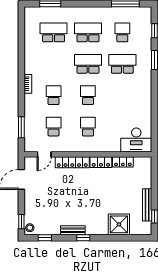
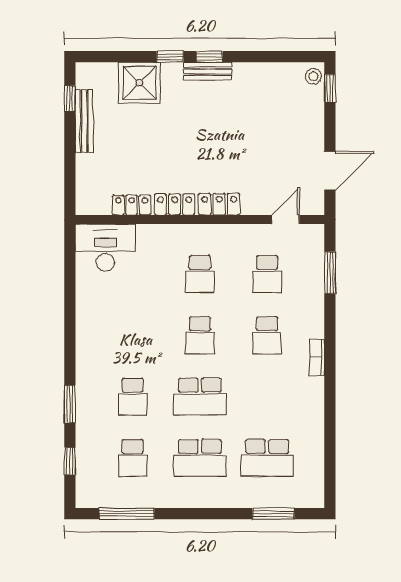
school desk: (122, 64) -> (133, 397), width x0.54
locker: (72, 162) -> (219, 204), width x0.66
bench: (73, 230) -> (208, 71), moved
window: (45, 238) -> (170, 57), moved

